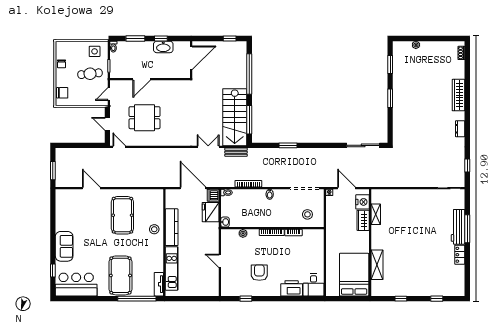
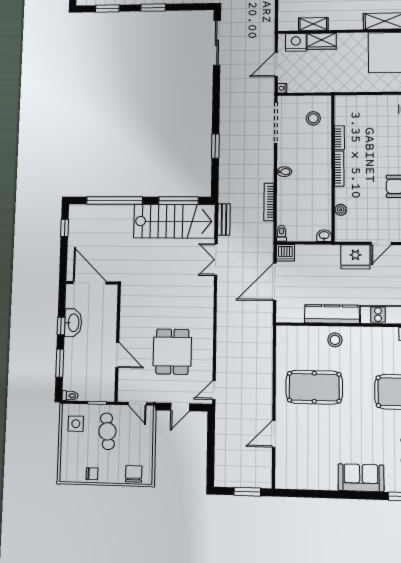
fridge: (211, 212) -> (355, 257), moved

